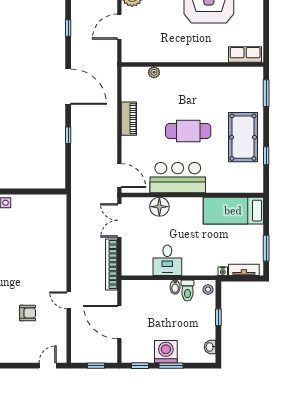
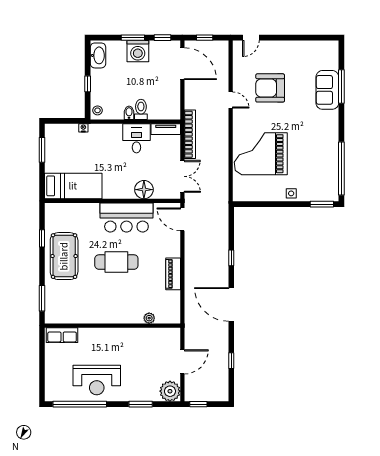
grand piano: (37, 244) -> (261, 154), added
tv unit: (244, 270) -> (166, 129), moved
toilet: (187, 291) -> (141, 109), moved
armchair: (28, 313) -> (270, 88), width x1.88, depth x1.88
door: (119, 322) -> (182, 64), moved
washbasin: (210, 347) -> (98, 55), width x1.91, depth x1.45

